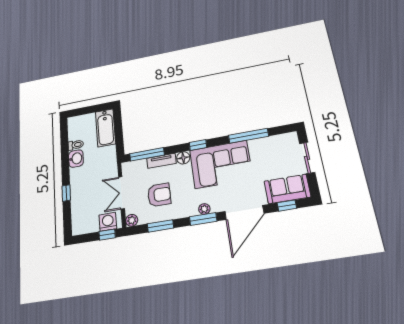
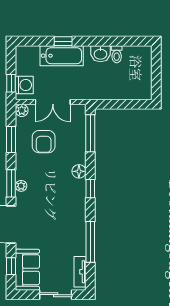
bathtub: (105, 128) -> (62, 56), moved, turned 180
tv unit: (161, 161) -> (80, 272), moved
corner sofa: (221, 164) -> (65, 209), removed
double door: (121, 193) -> (53, 102), swing flipped

